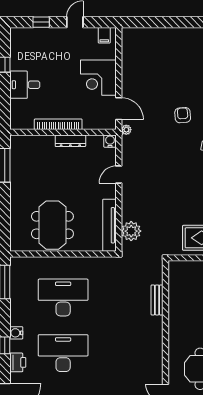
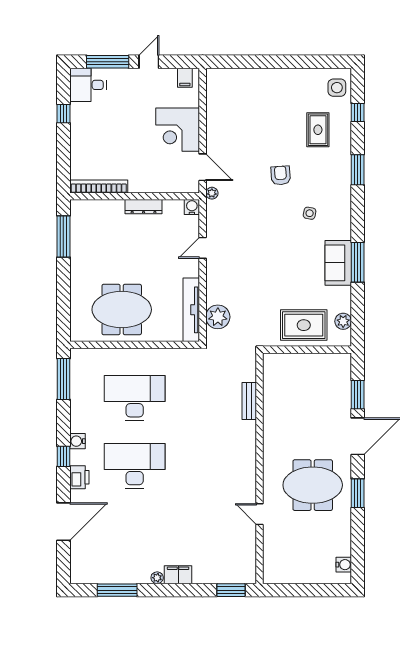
window: (41, 22) -> (108, 62), width x2.17
desk: (25, 85) -> (88, 85), moved
bookcase: (58, 124) -> (99, 186), moved
meeting table: (52, 225) -> (122, 310), turned 90

